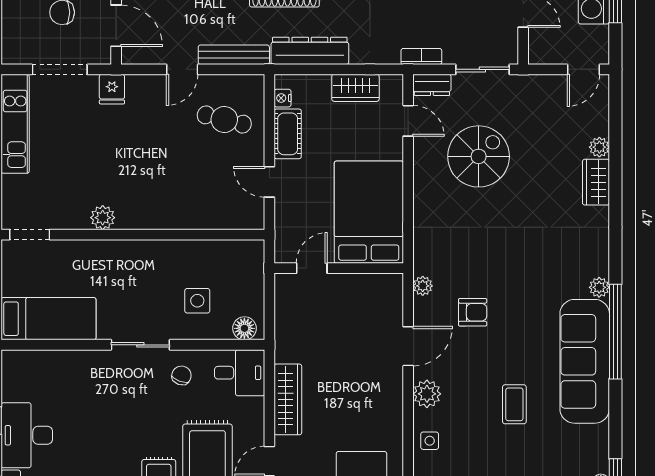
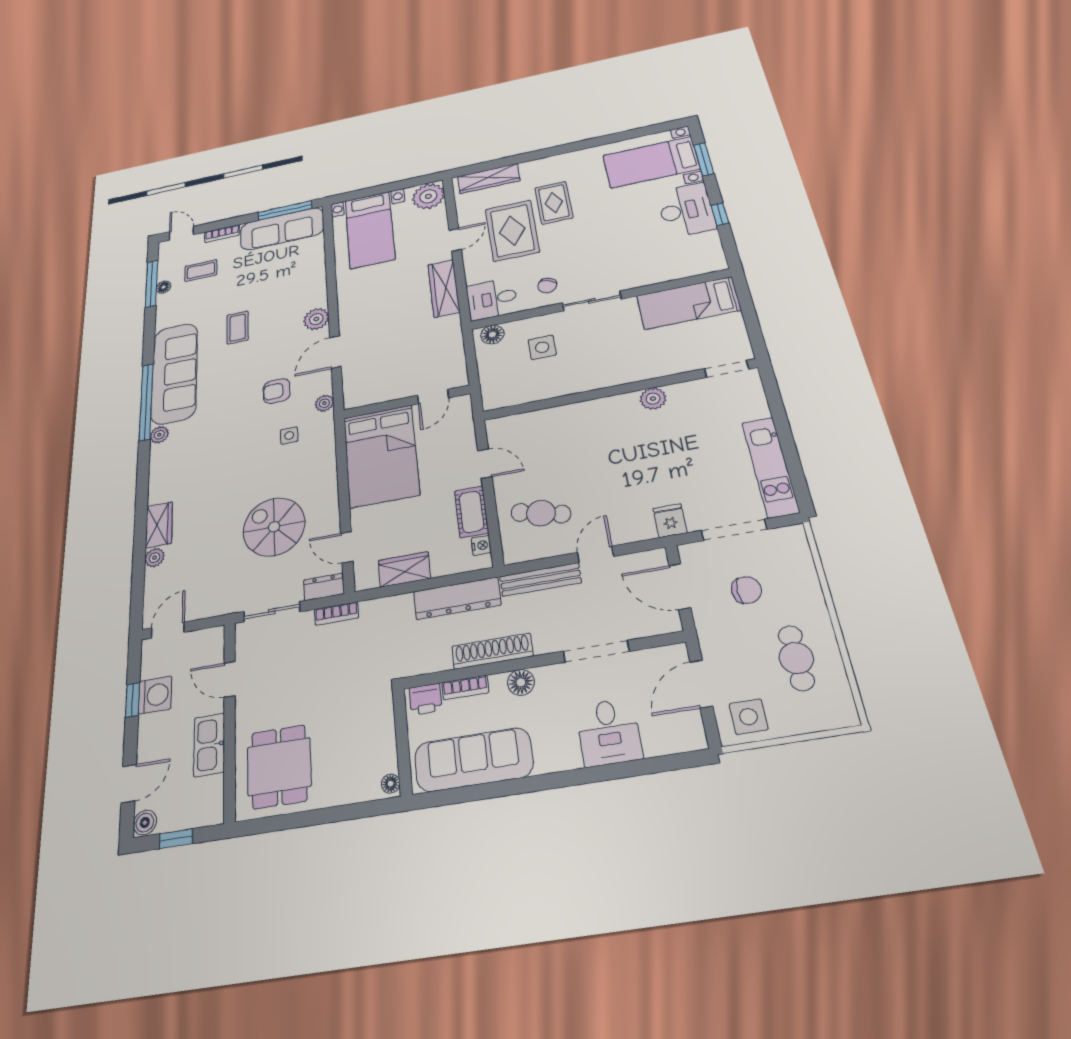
spiral stairs: (479, 156) -> (274, 527), turned 90
side table: (430, 441) -> (289, 436), moved

